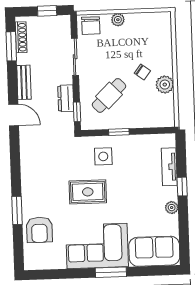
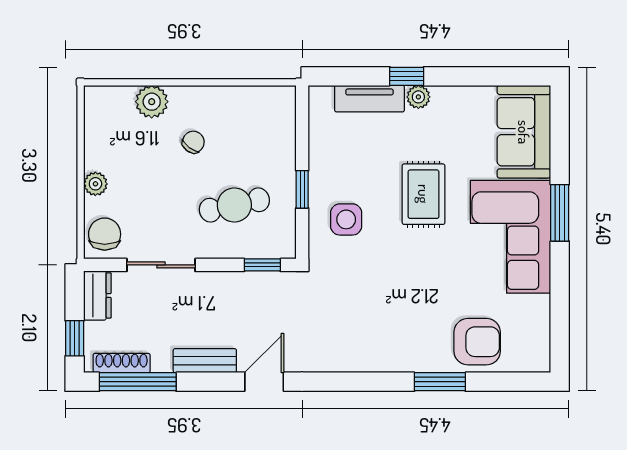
window: (47, 11) -> (75, 338), moved
chair: (91, 26) -> (105, 234), turned -90
window: (11, 46) -> (138, 382), width x1.44
plant: (165, 85) -> (152, 102), moved
cafe table: (109, 95) -> (234, 205), turned -58
dresser: (66, 98) -> (97, 295), moved, turned -90
rug: (88, 192) -> (424, 194), moved
plant: (172, 208) -> (418, 97), moved

